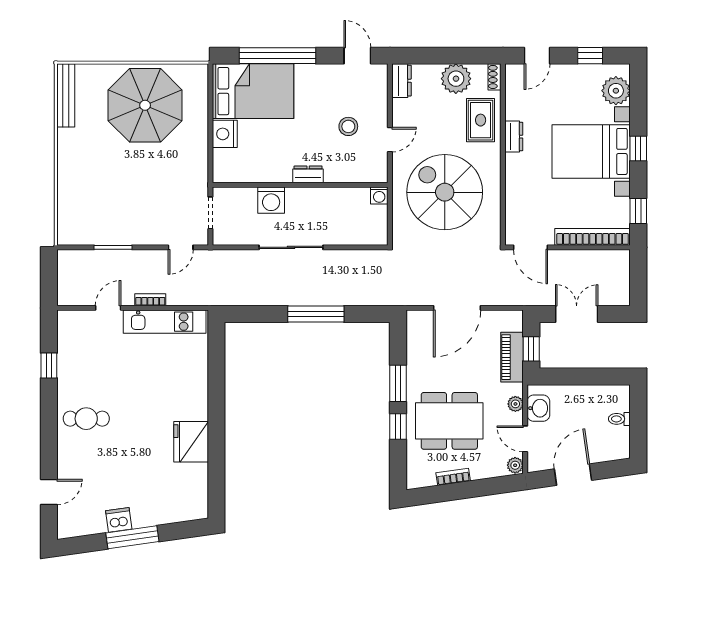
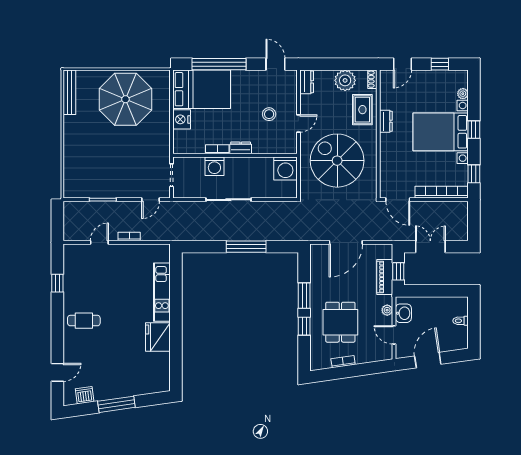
plant: (616, 91) -> (463, 94), width x0.53, depth x0.53
bookcase: (275, 176) -> (217, 149), added
washing machine: (379, 196) -> (285, 168), width x1.89, depth x1.89
kitchen unit: (165, 322) -> (162, 292), moved, turned 90
dining table: (449, 421) -> (340, 322), width x0.73
plant: (515, 465) -> (387, 354), removed
dishwasher: (119, 520) -> (85, 395), moved

